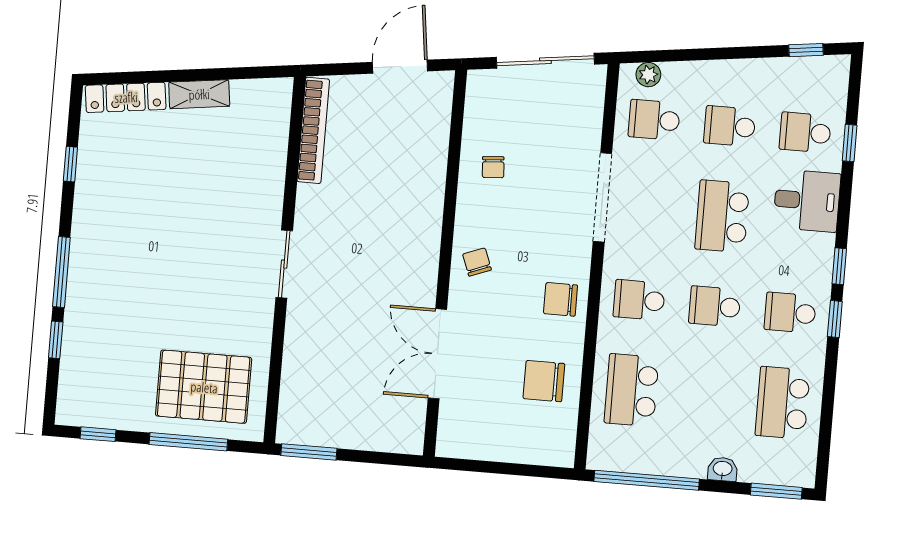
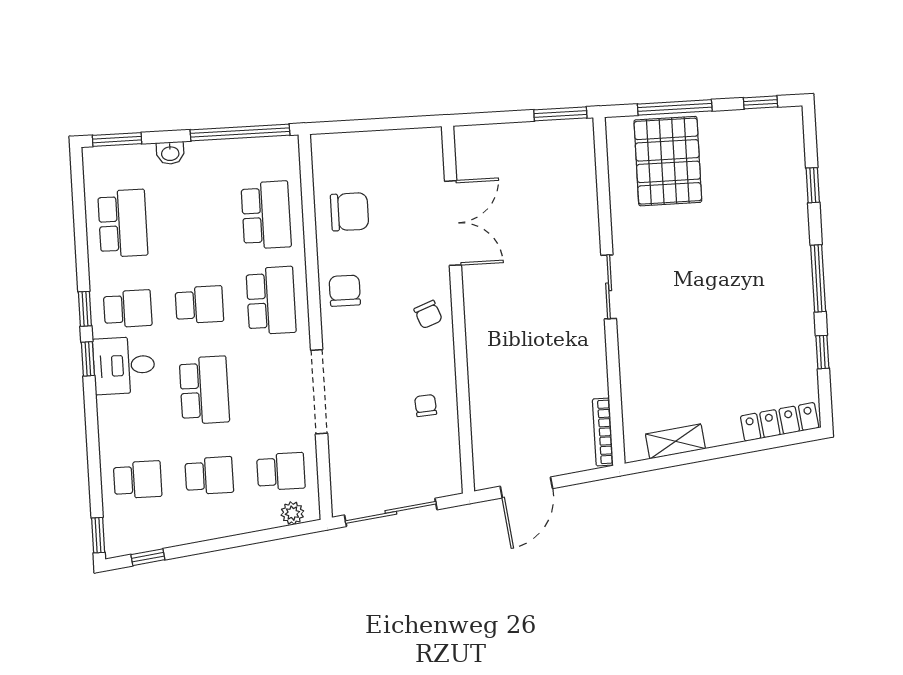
shelving: (199, 94) -> (675, 441), moved
bookcase: (313, 130) -> (603, 432), width x0.68, depth x0.76
window: (850, 143) -> (98, 535), moved
desk: (807, 201) -> (124, 365), moved
window: (61, 272) -> (818, 278), moved
chair: (561, 299) -> (345, 291), turned -90
school desk: (639, 300) -> (271, 301), width x1.85
pallet: (204, 387) -> (668, 161), turned 90

